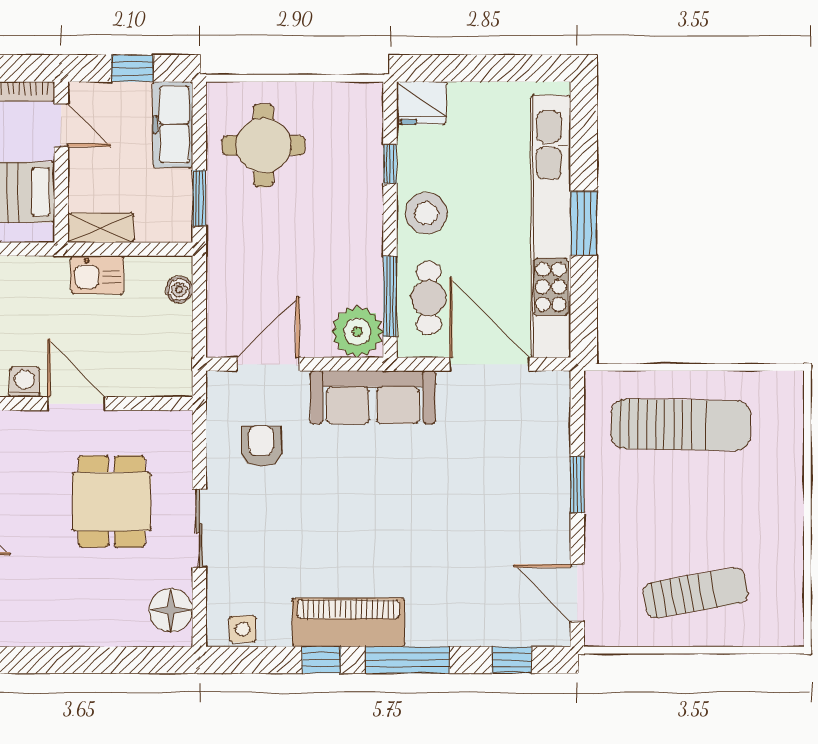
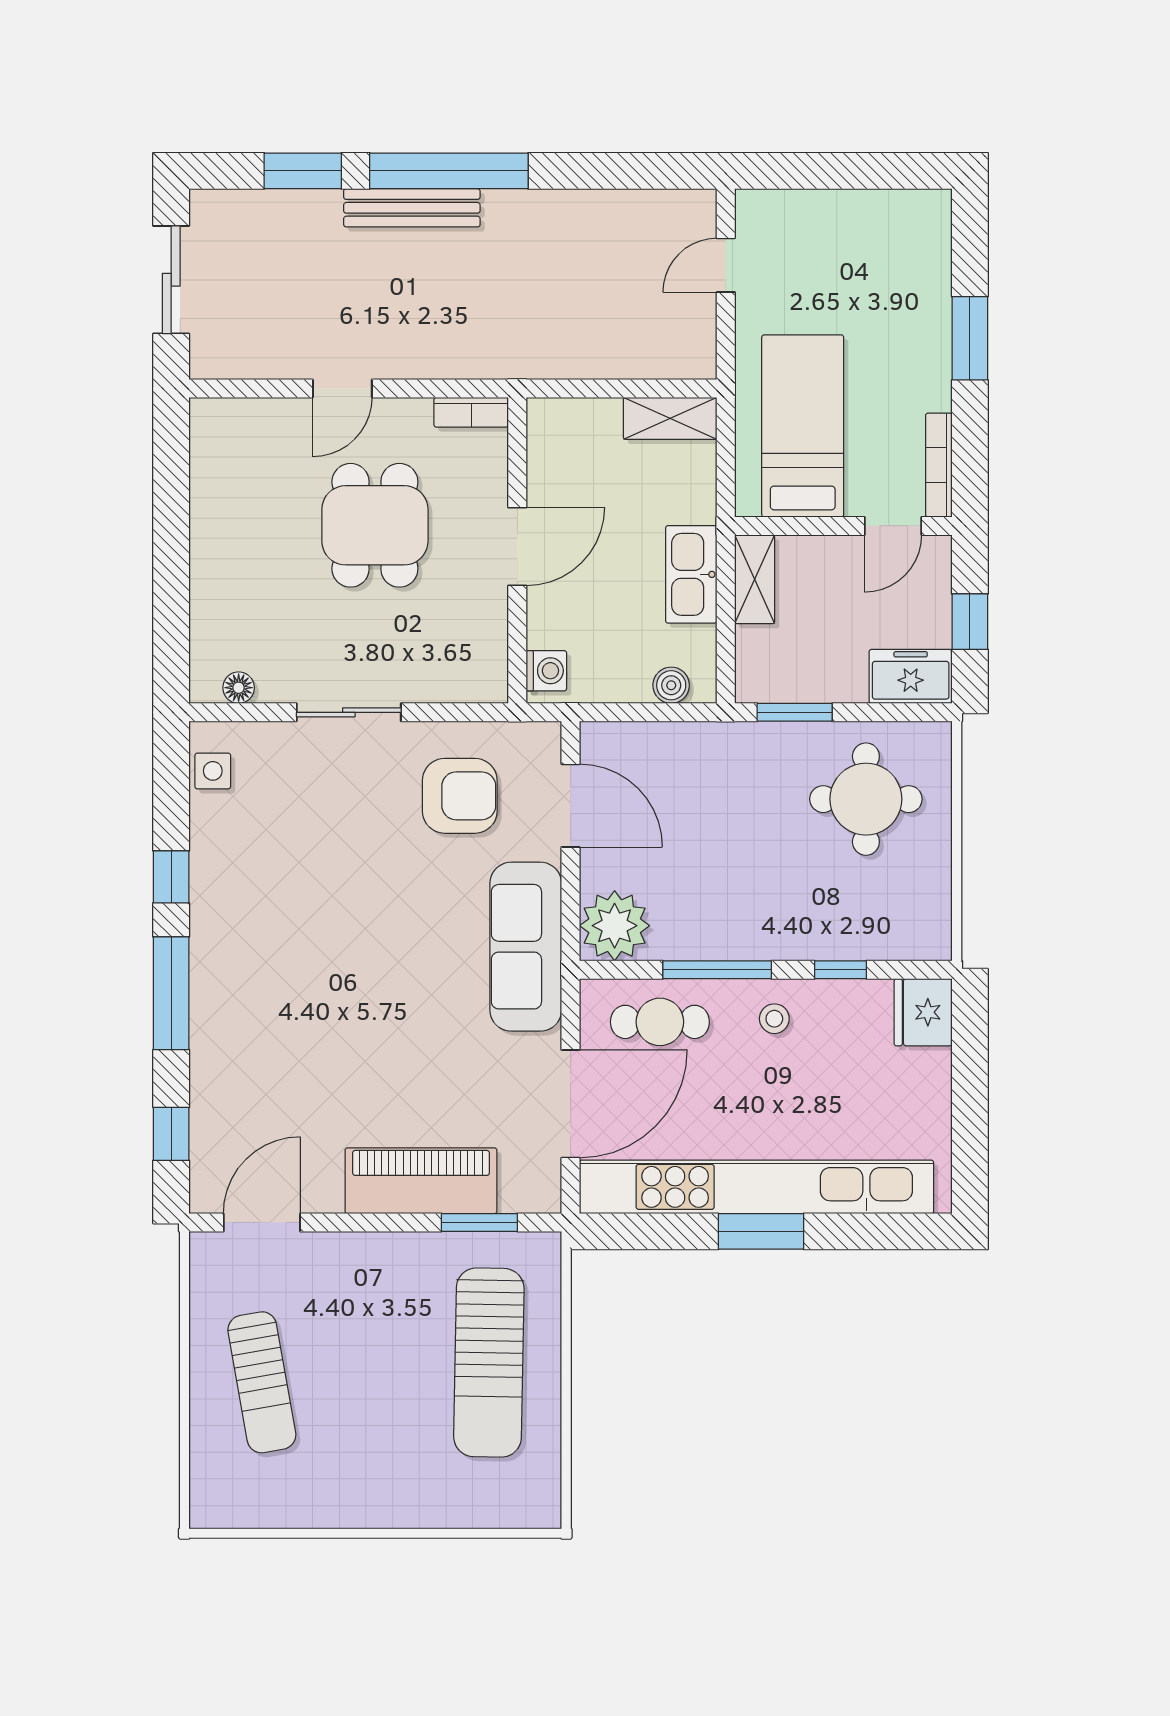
freezer: (173, 125) -> (911, 676), width x0.71
stool: (426, 213) -> (774, 1019), width x0.53, depth x0.53
kitchen sink: (97, 275) -> (691, 574), width x1.38
window: (390, 296) -> (717, 970), moved
washing machine: (25, 382) -> (546, 671), moved
armchair: (261, 446) -> (460, 796), width x1.38, depth x1.38
window: (577, 485) -> (479, 1223), moved
dining table: (112, 502) -> (375, 525), moved, turned 90
floor lamp: (171, 610) -> (239, 688), width x0.53, depth x0.53
piano: (348, 622) -> (421, 1181), moved, turned -90

